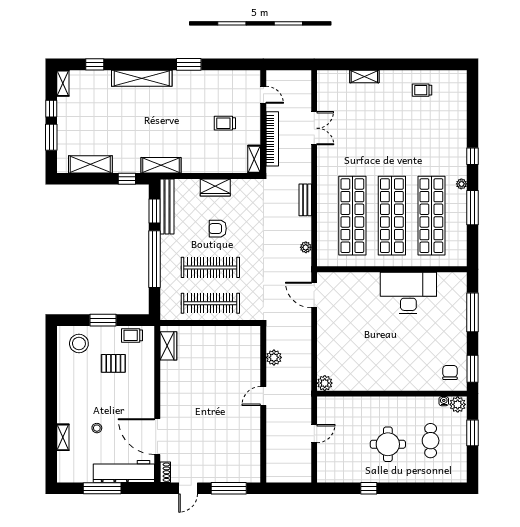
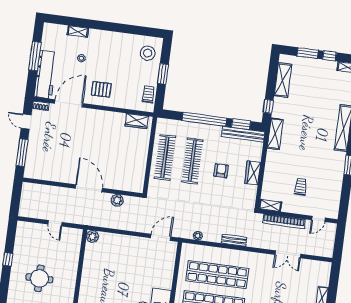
pallet: (113, 363) -> (101, 89), moved, turned 90
door: (263, 396) -> (89, 188), width x1.88

